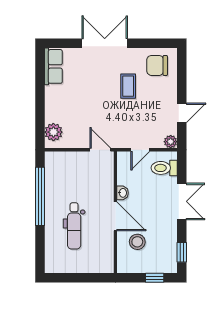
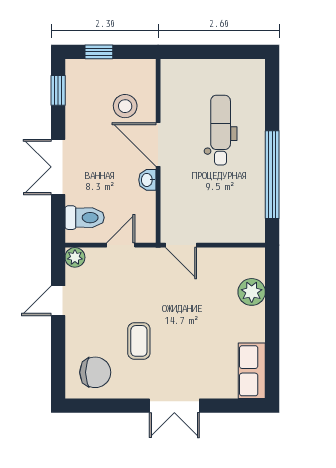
double door: (105, 43) -> (174, 406), width x0.73
plant: (53, 132) -> (252, 292), moved

